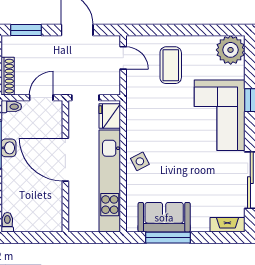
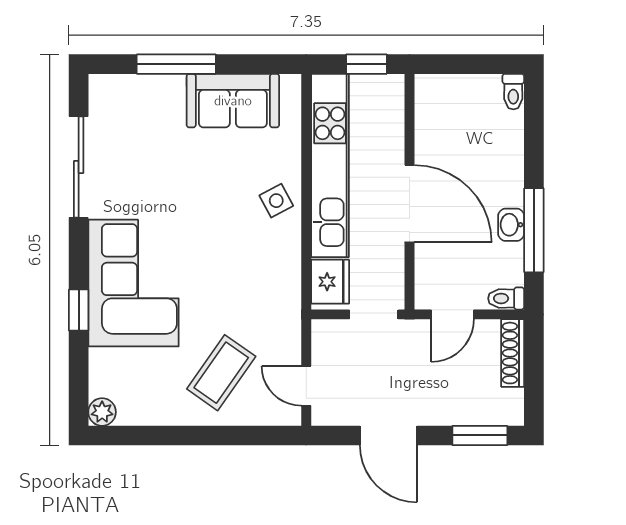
plant: (231, 50) -> (102, 412), width x0.53, depth x0.53
coffee table: (171, 65) -> (221, 373), turned 35
fireplace: (227, 225) -> (120, 87), removed
window: (89, 238) -> (366, 64), added
window: (168, 238) -> (176, 64), moved

